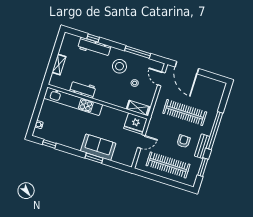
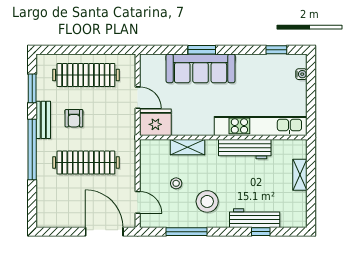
workbench: (83, 89) -> (245, 149), width x1.38
shelving: (138, 108) -> (187, 147), moved
door: (141, 142) -> (138, 98), swing flipped
sofa: (98, 147) -> (201, 68), width x1.36

